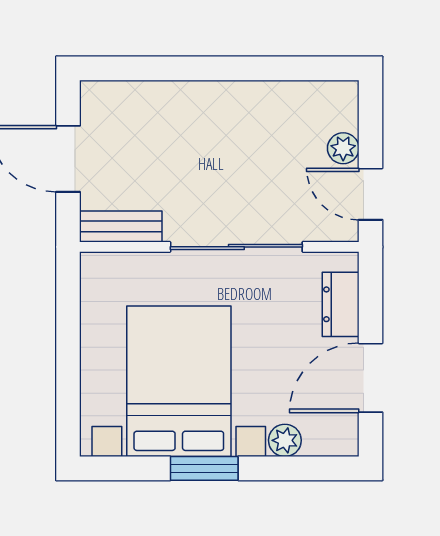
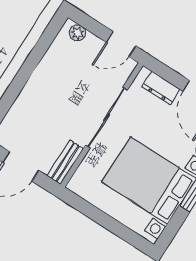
plant: (343, 148) -> (77, 33), moved

